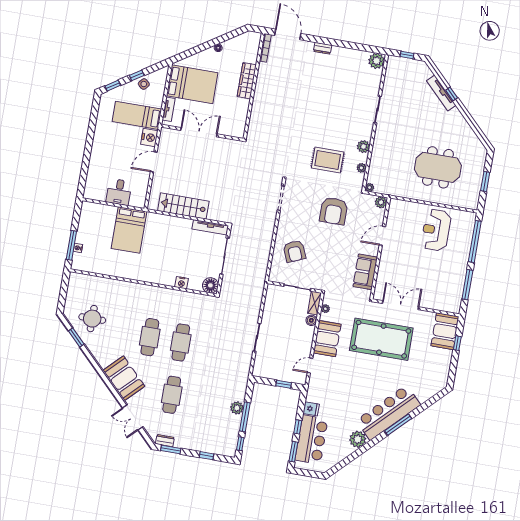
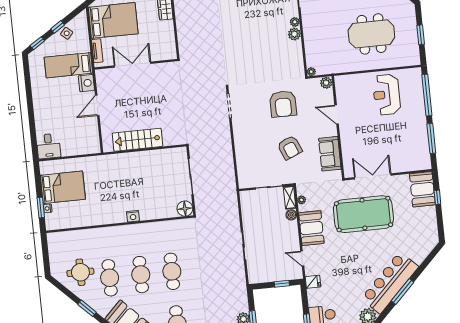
rug: (328, 160) -> (264, 57), removed
plant: (361, 168) -> (295, 22), moved
desk: (119, 192) -> (49, 146), moved
tv unit: (210, 227) -> (169, 153), removed
bed: (129, 230) -> (63, 187), moved, turned -90
door: (382, 236) -> (337, 115), hinge flipped
window: (71, 245) -> (41, 208), width x0.69
armchair: (294, 251) -> (290, 148), moved
nightstand: (181, 283) -> (133, 216), moved
cafe table: (119, 332) -> (110, 278), added
window: (76, 337) -> (87, 308), moved
door: (310, 365) -> (302, 259), hinge flipped
fridge: (311, 409) -> (313, 282), moved

